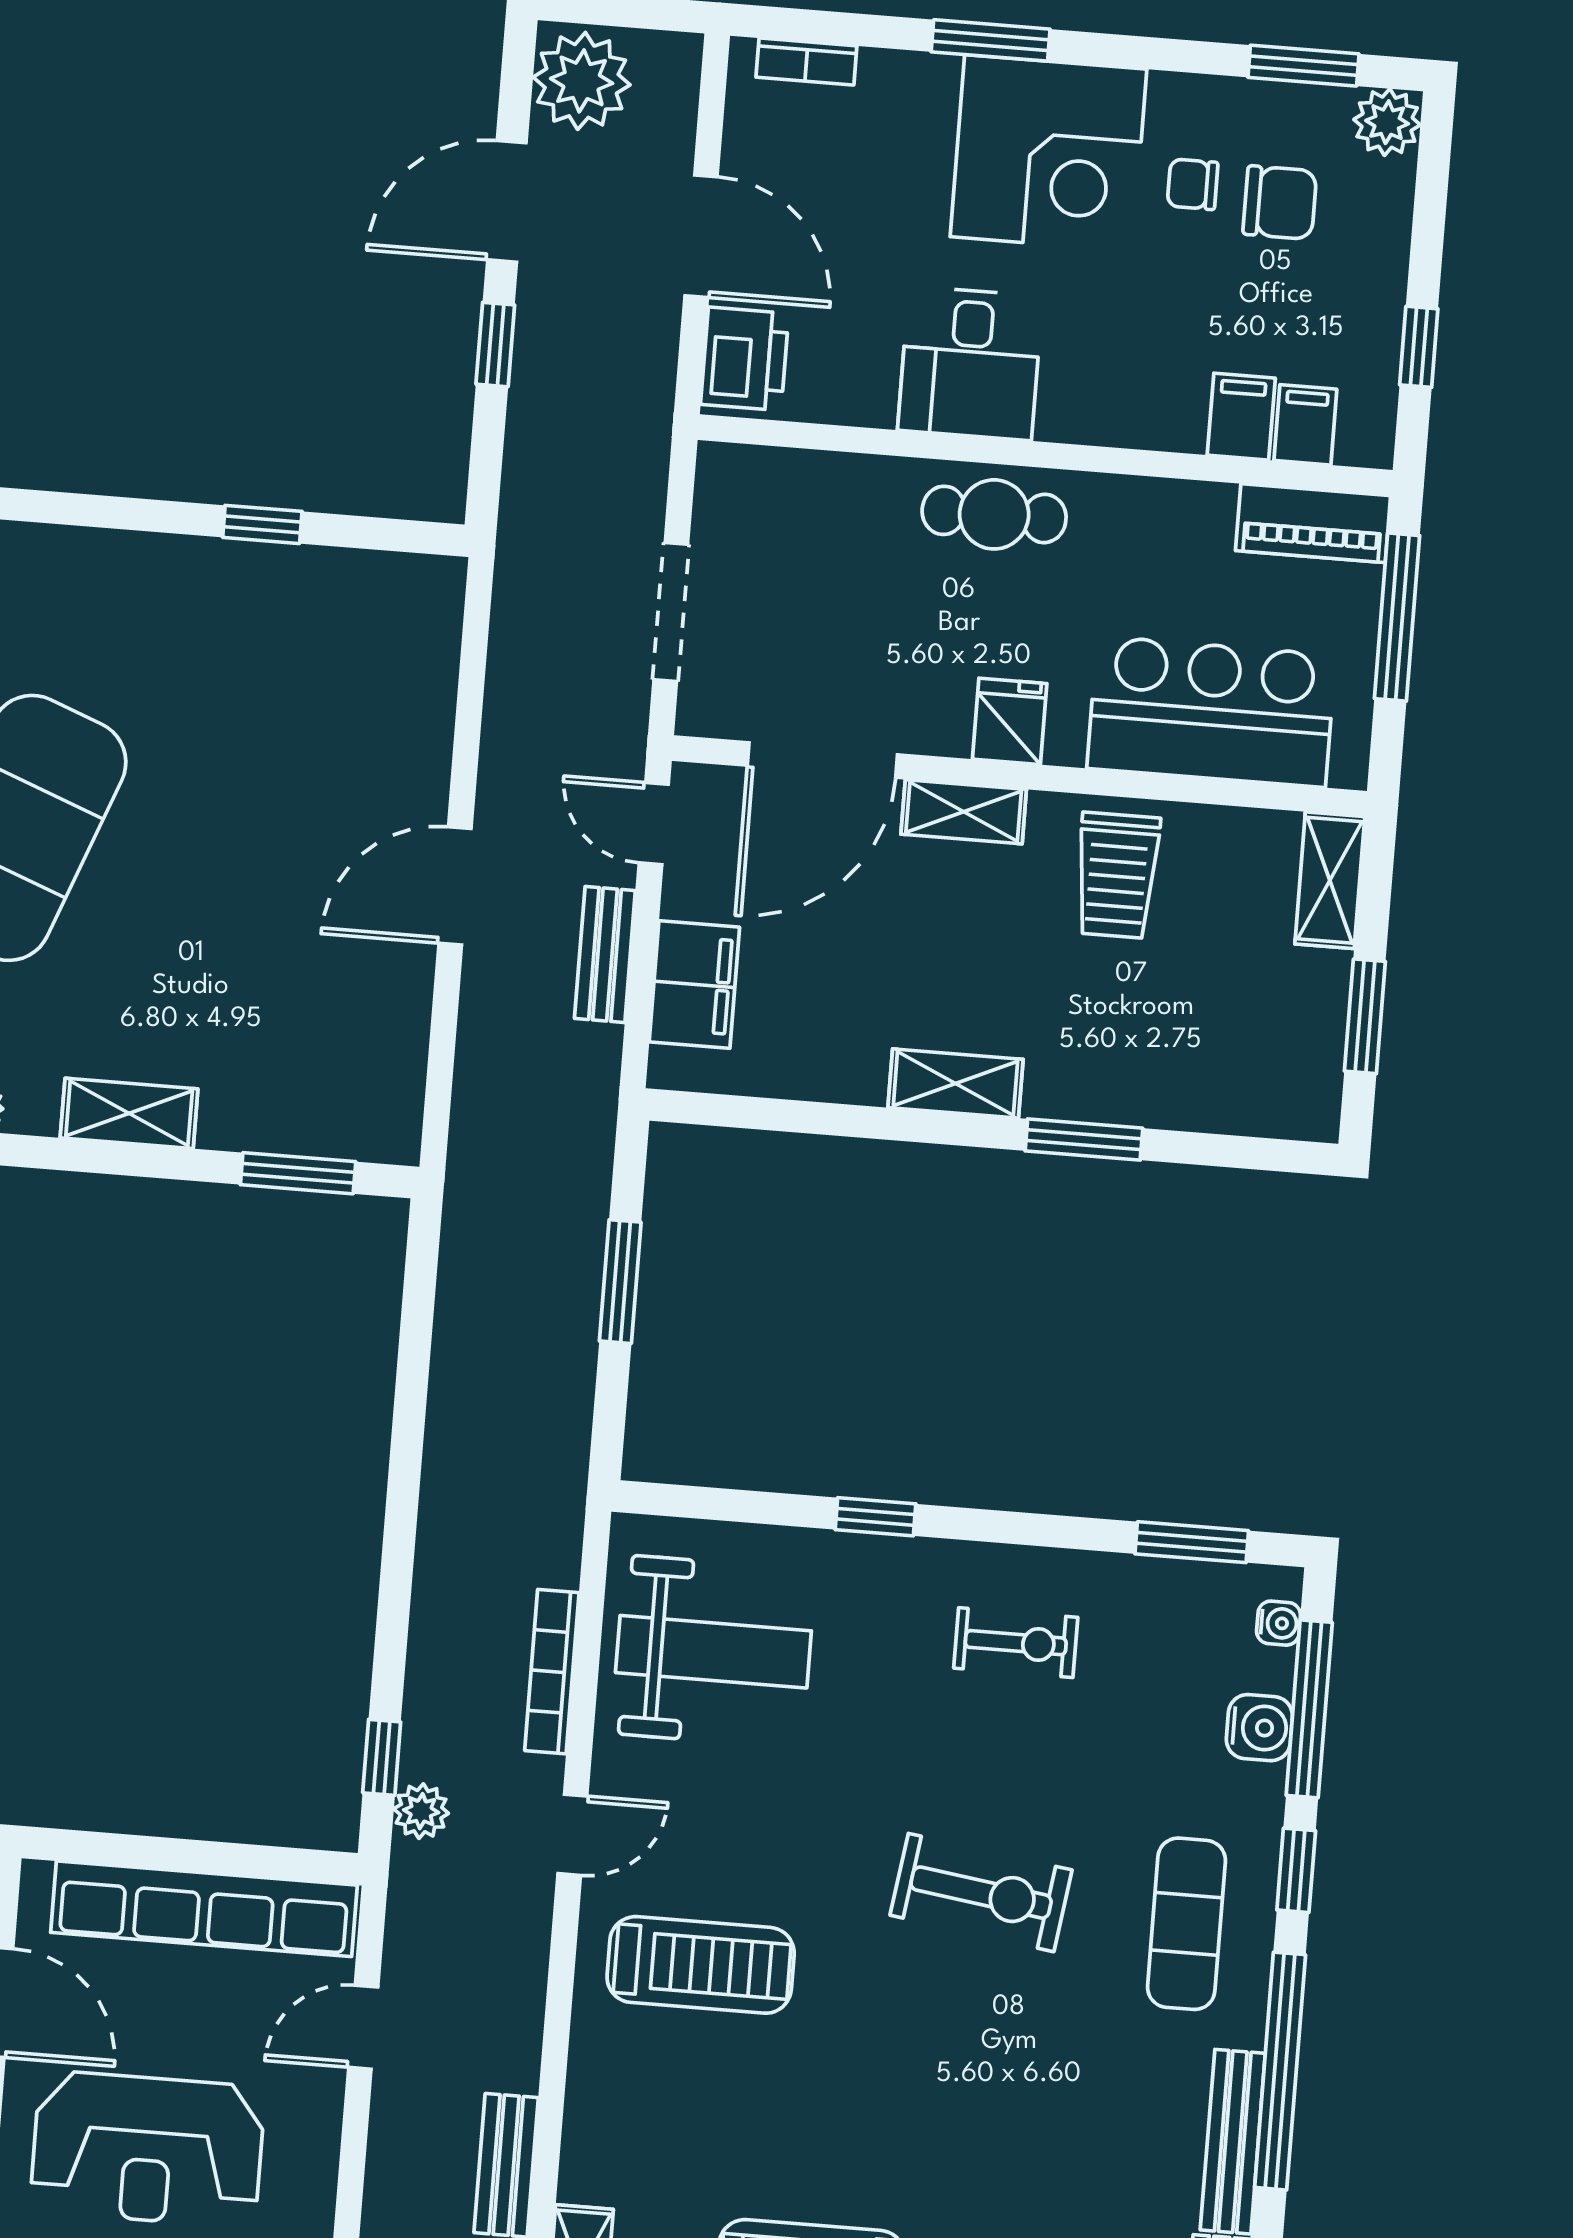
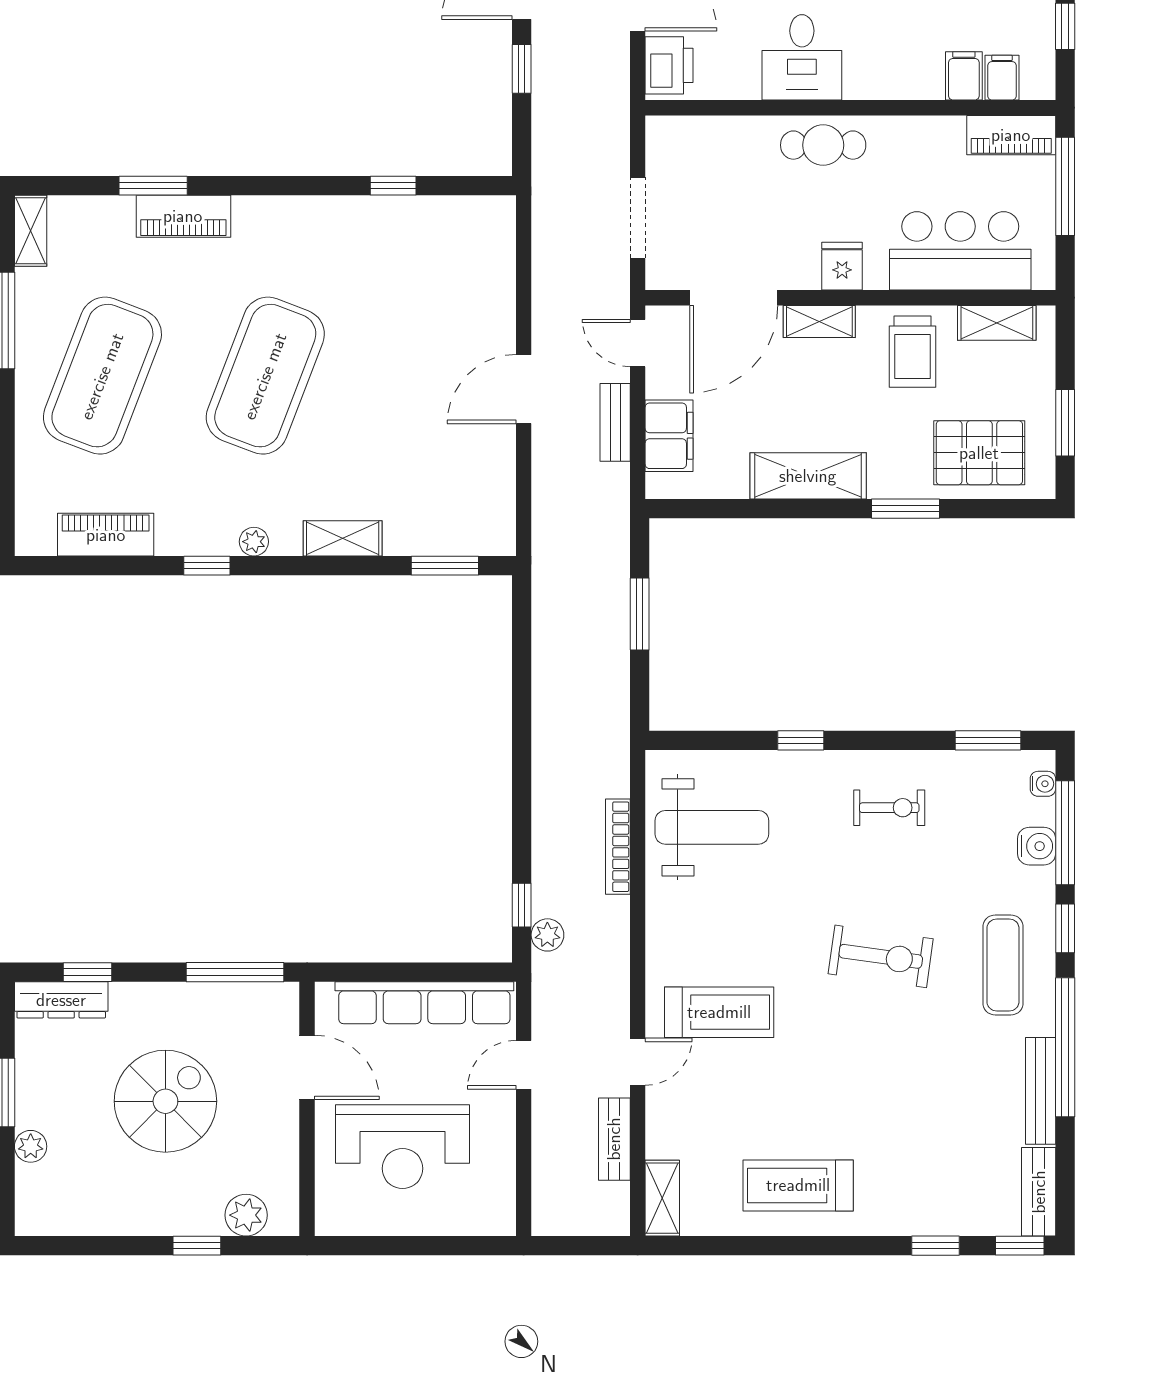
shelving: (1330, 880) -> (997, 323), moved, turned 90
pallet: (1216, 1055) -> (979, 453), added
shelving: (955, 1083) -> (808, 476), width x1.50, depth x1.33
door: (572, 1835) -> (638, 1062), moved

